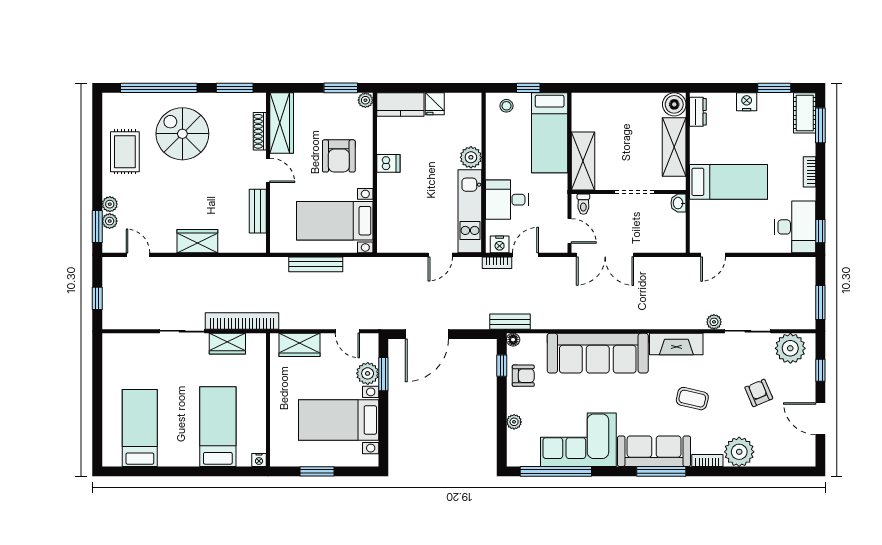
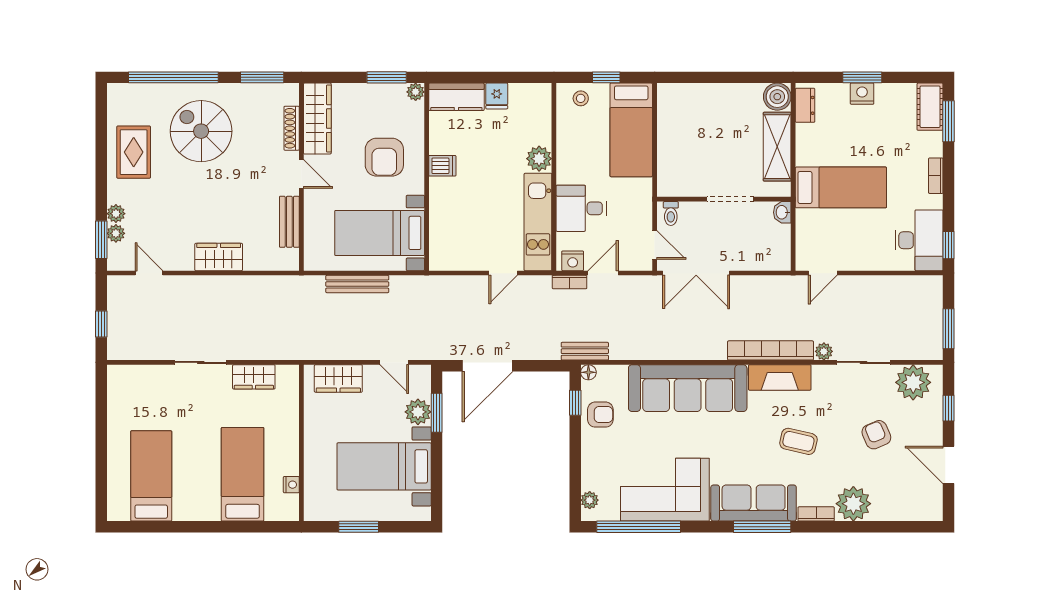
window: (774, 88) -> (862, 77), moved
shelving: (583, 161) -> (670, 163), removed
bookcase: (242, 321) -> (770, 350), moved
plant: (514, 422) -> (590, 500), moved
nightstand: (259, 460) -> (291, 485), moved, turned -90

